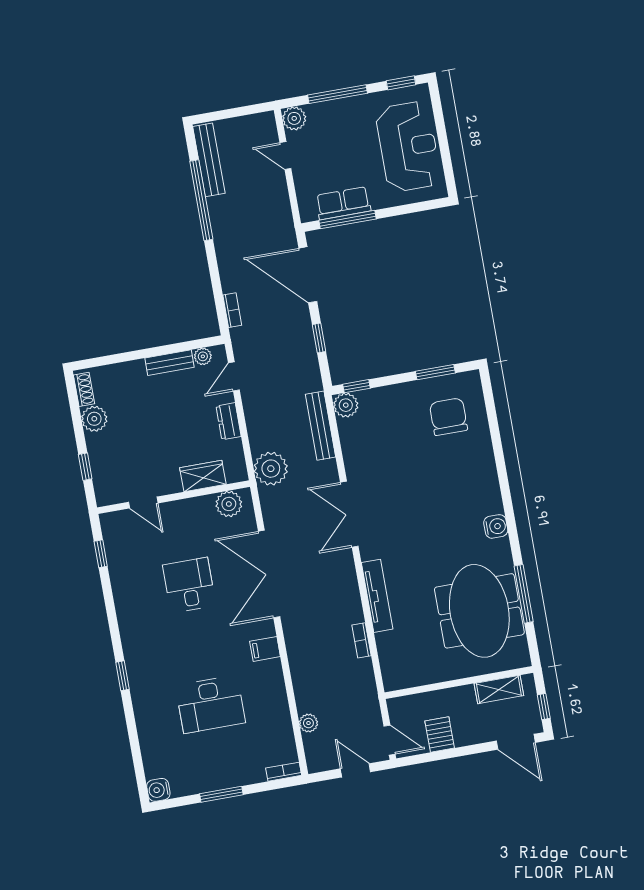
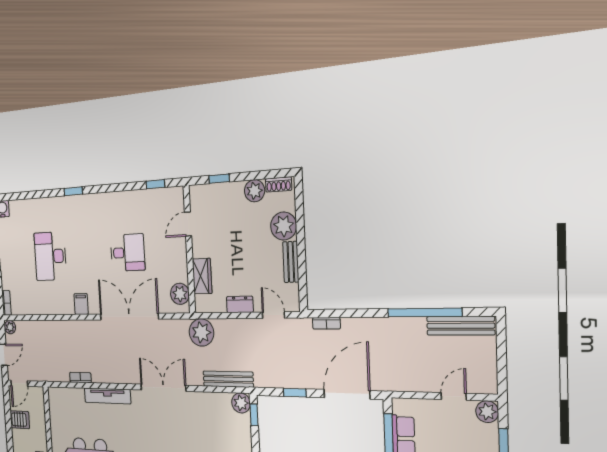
plant: (203, 356) -> (284, 226), moved, width x1.87, depth x1.87
plant: (308, 723) -> (10, 327), moved

